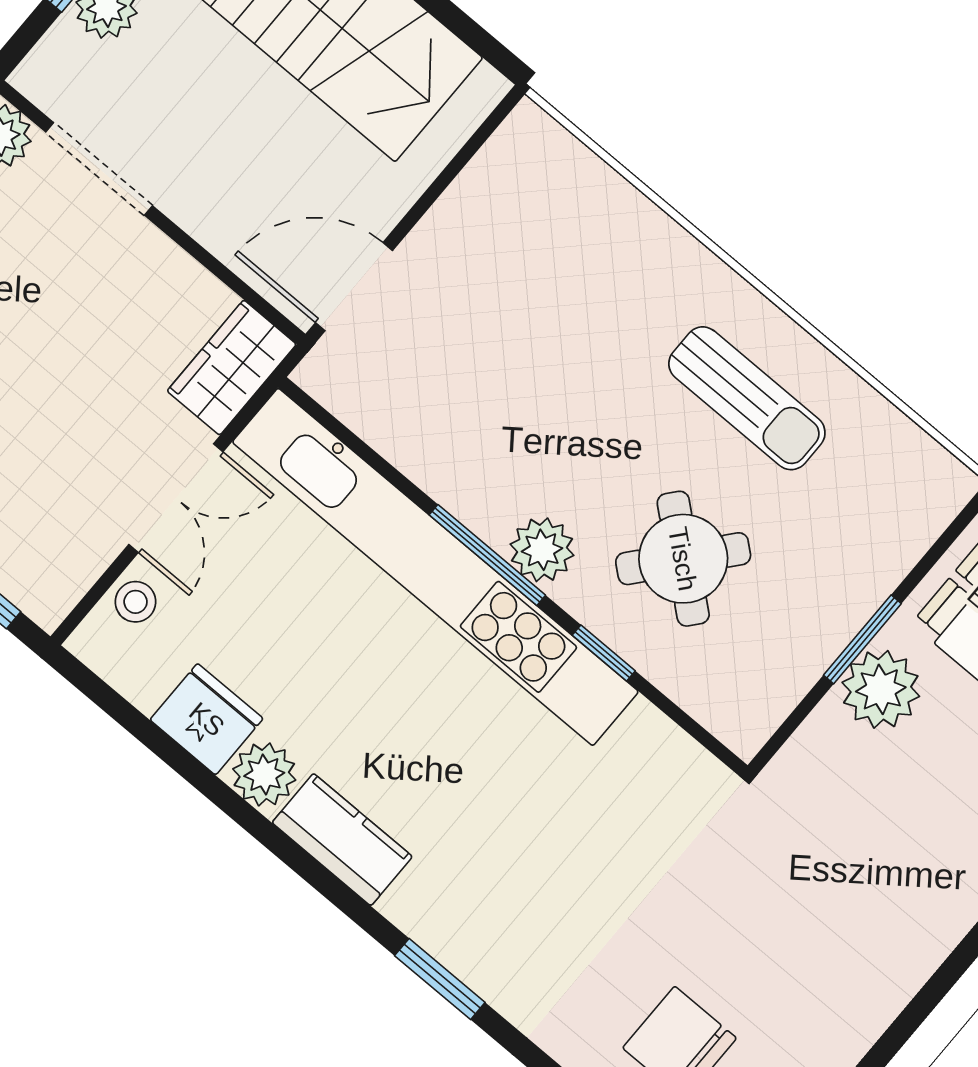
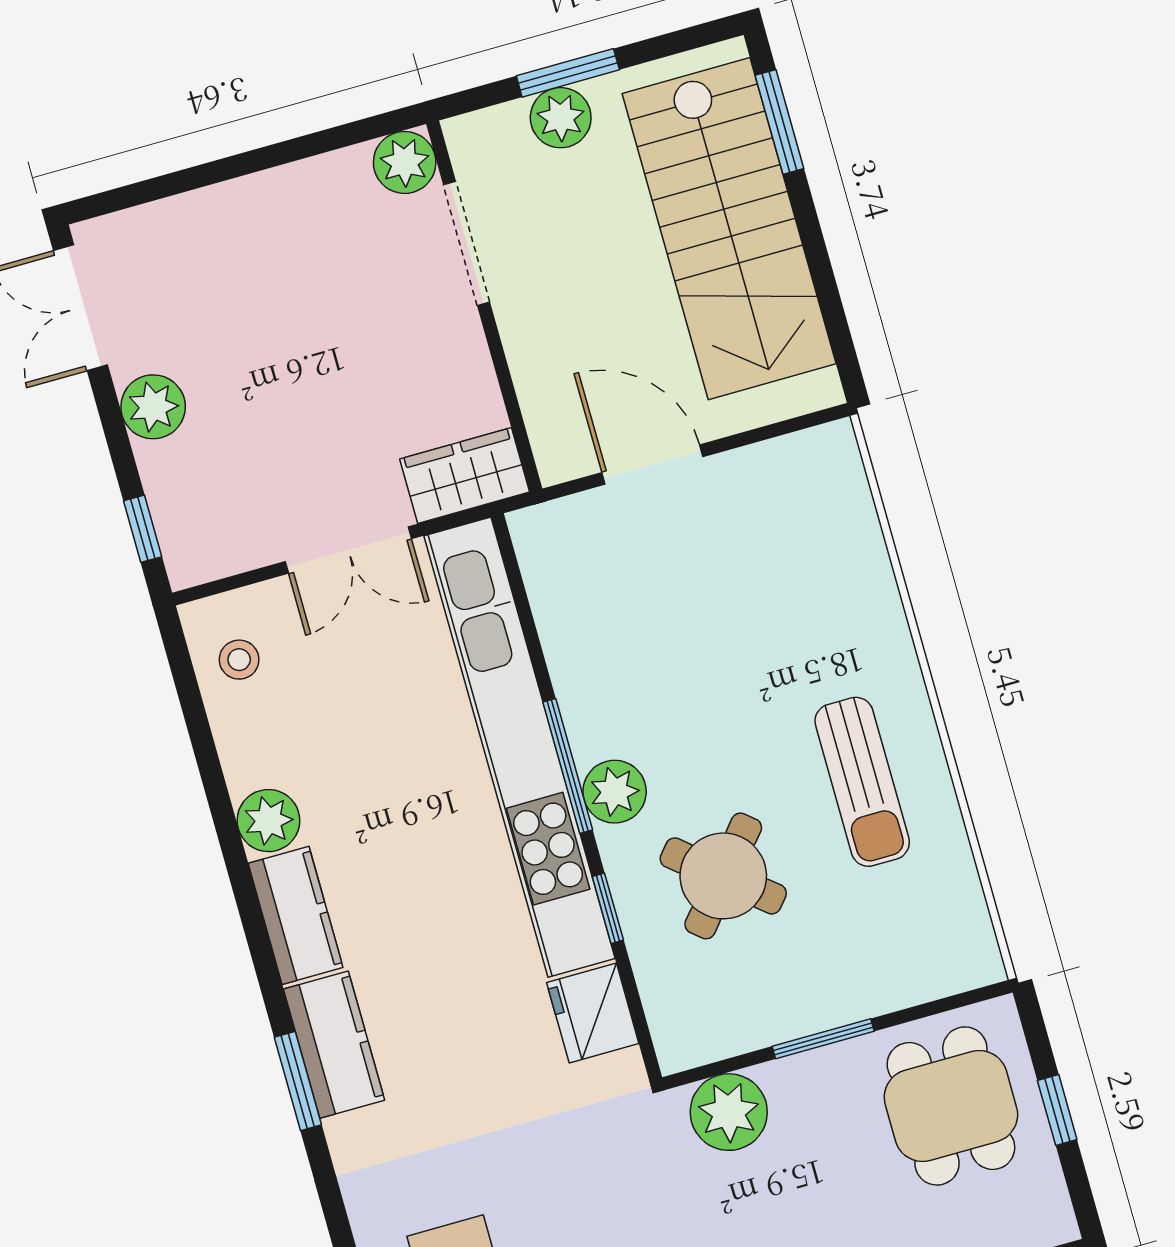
door: (354, 287) -> (652, 465), moved
stool: (136, 602) -> (239, 660), moved
plant: (881, 689) -> (729, 1112), moved
fridge: (207, 719) -> (593, 1013), moved, turned 180
kitchen counter: (450, 927) -> (334, 1045), added

